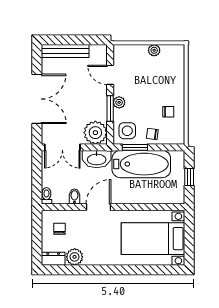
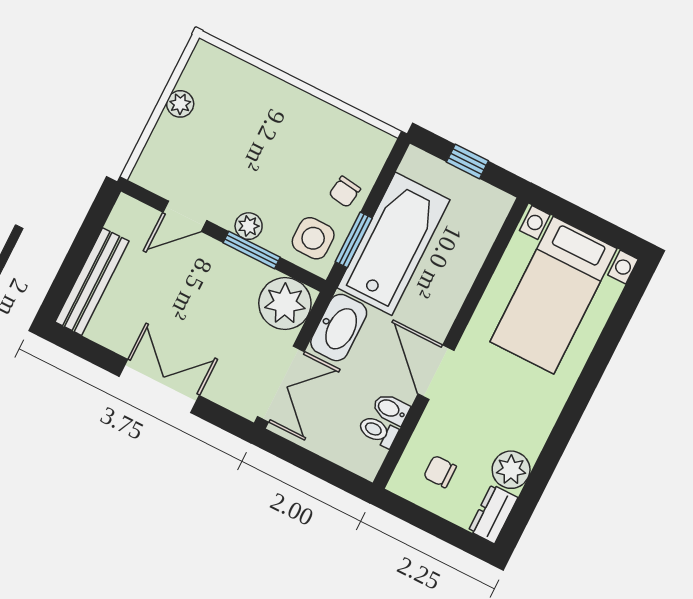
double door: (37, 99) -> (159, 386), width x0.73
chair: (168, 112) -> (317, 138), removed
toilet: (46, 196) -> (378, 431), moved

